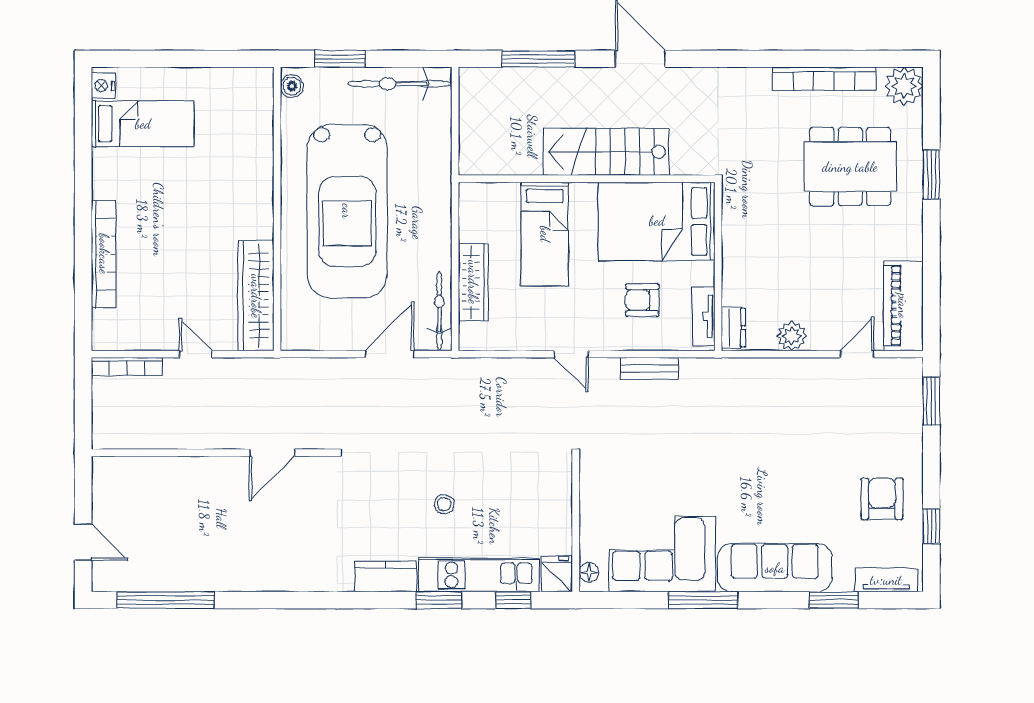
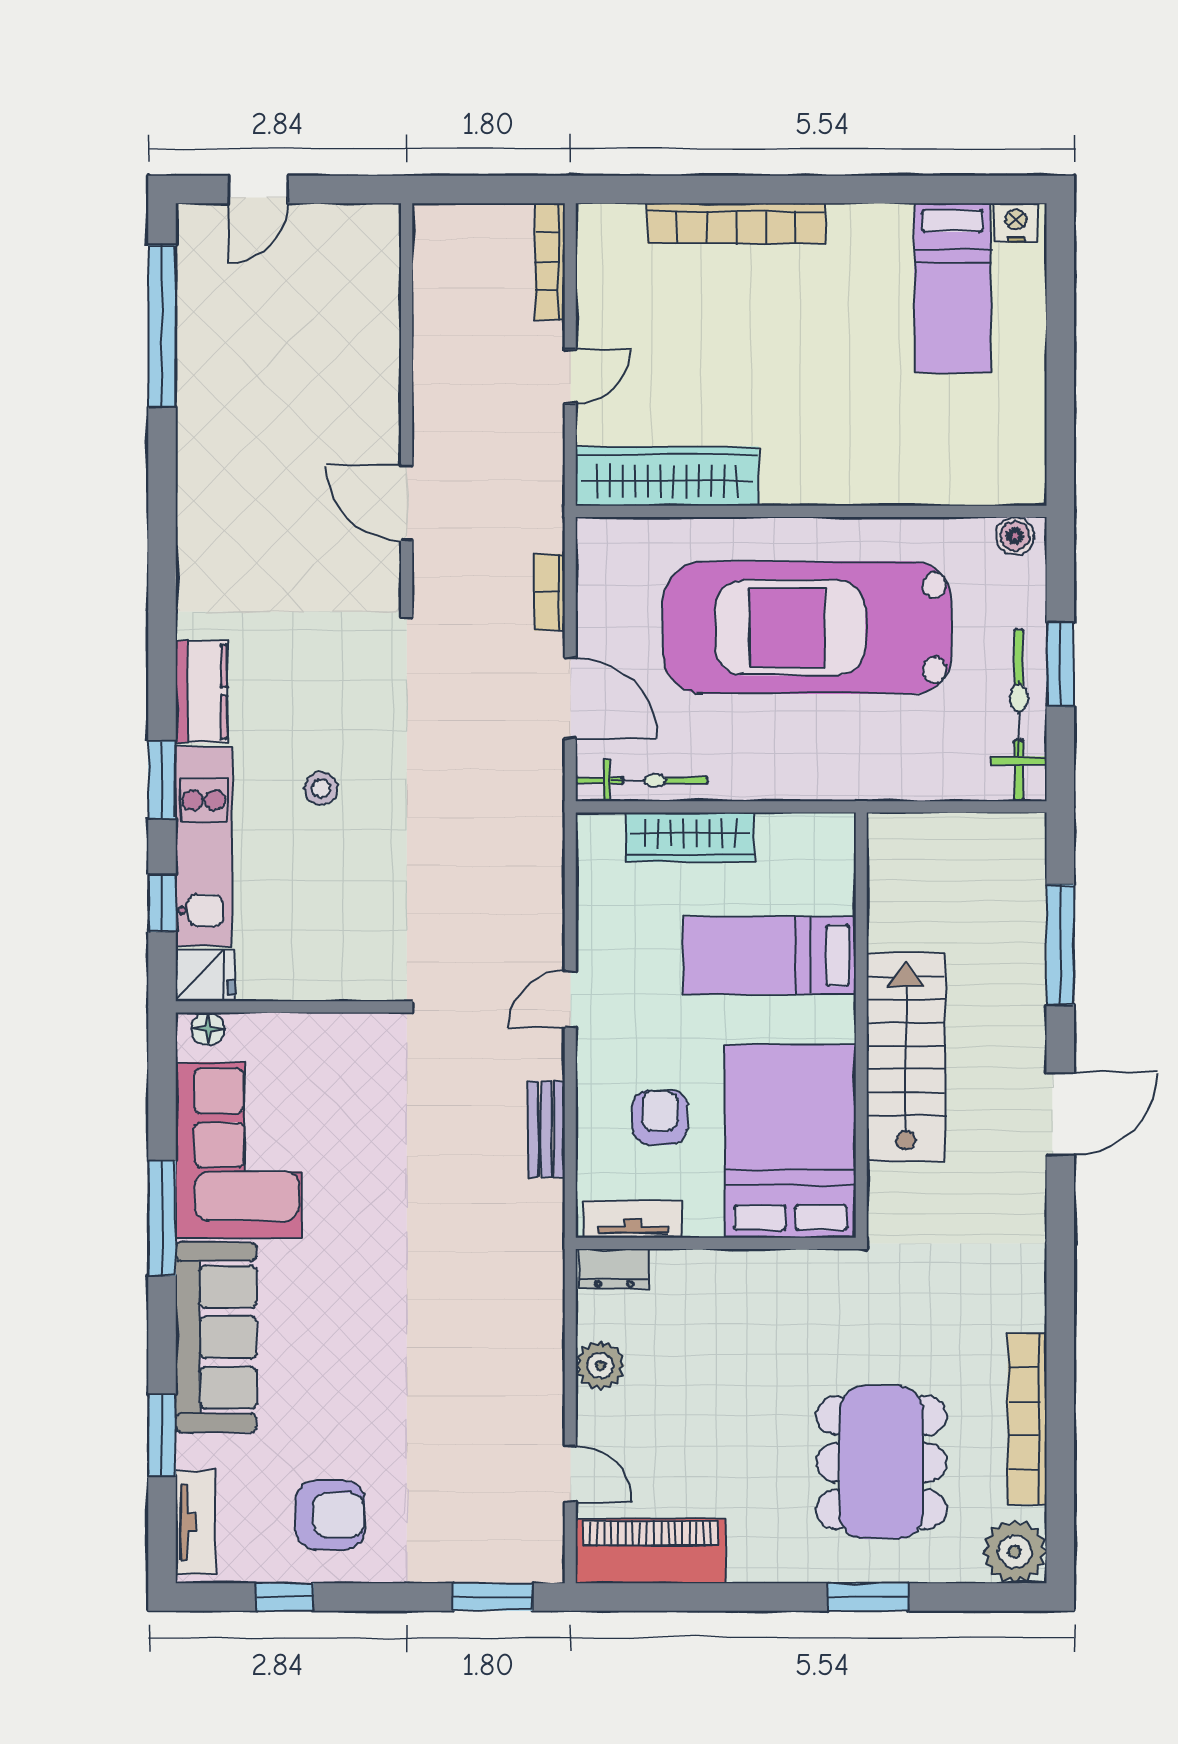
window: (340, 59) -> (1060, 664), moved
bookcase: (326, 367) -> (549, 592), added

